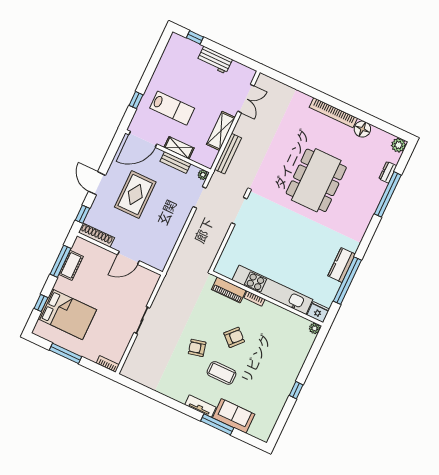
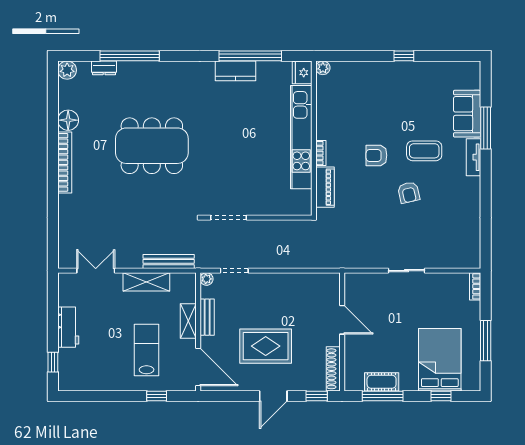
armchair: (234, 337) -> (376, 155), turned -43
coffee table: (221, 373) -> (424, 151), turned 90

